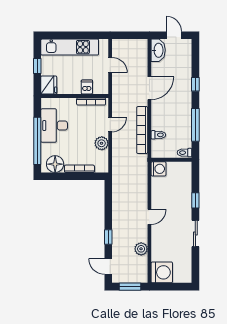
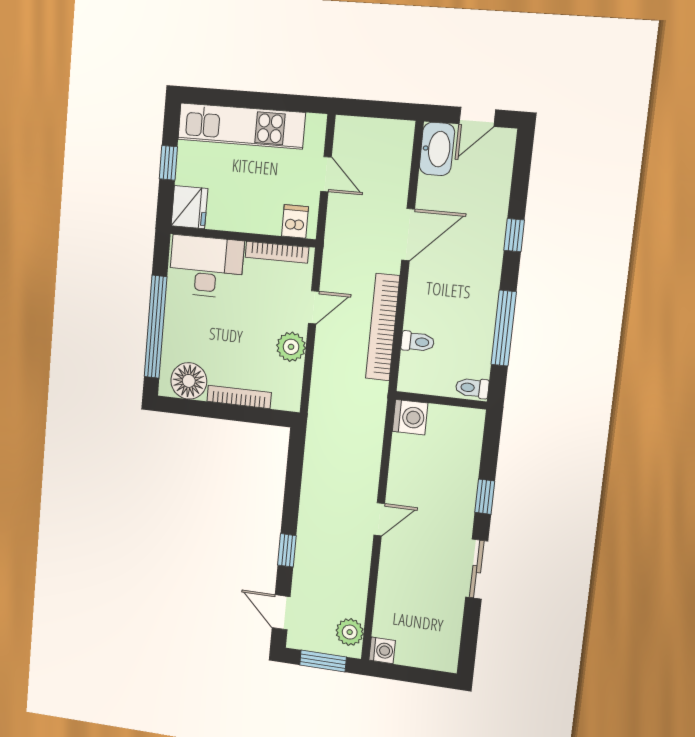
door: (174, 35) -> (477, 117), swing flipped
dishwasher: (87, 87) -> (295, 221), moved
desk: (54, 126) -> (206, 267), moved, turned 90
plant: (141, 249) -> (350, 632), moved
washing machine: (162, 272) -> (382, 650), width x0.53, depth x0.53

